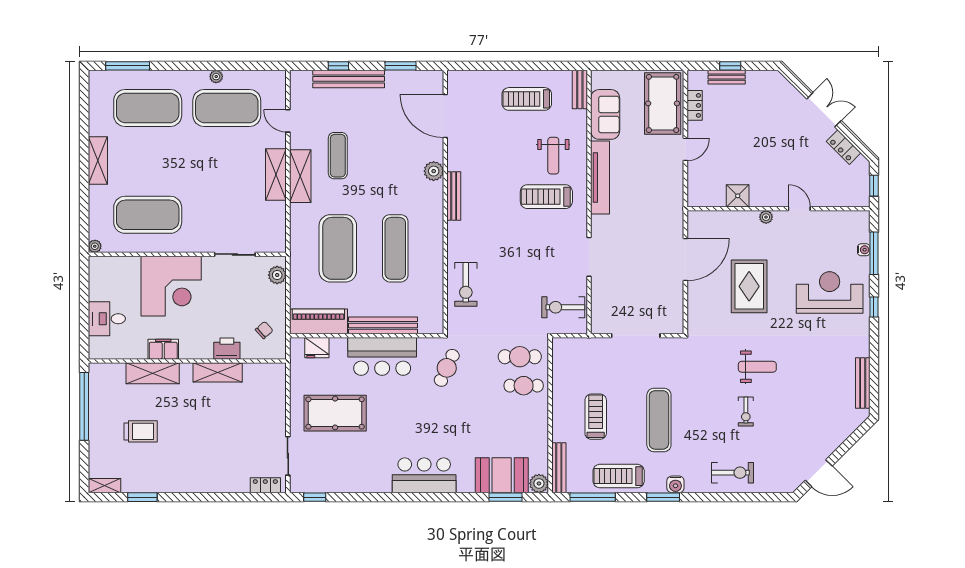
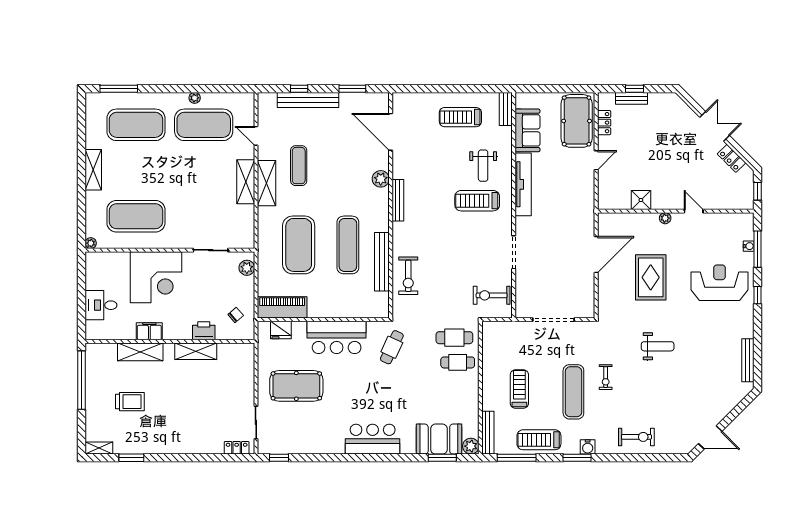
bench: (383, 325) -> (382, 262), moved, turned 90
exercise bike: (746, 411) -> (606, 377), moved

